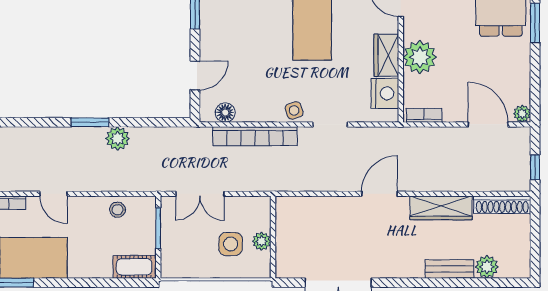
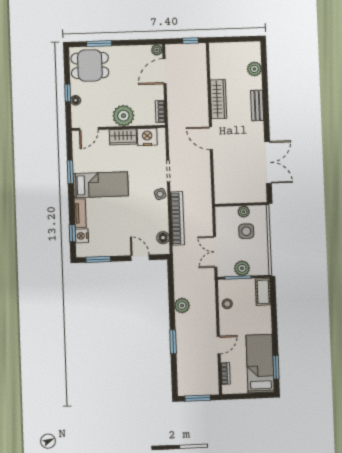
window: (90, 122) -> (173, 342), moved
double door: (200, 194) -> (215, 252), swing flipped
shoe rack: (502, 205) -> (215, 61), removed
plant: (172, 235) -> (242, 268), added
bench: (449, 269) -> (257, 105), moved

